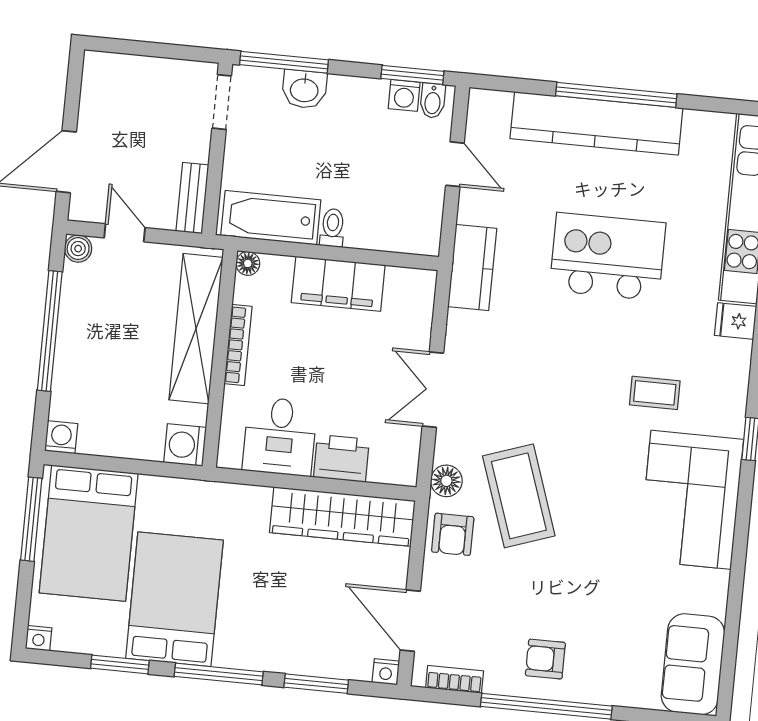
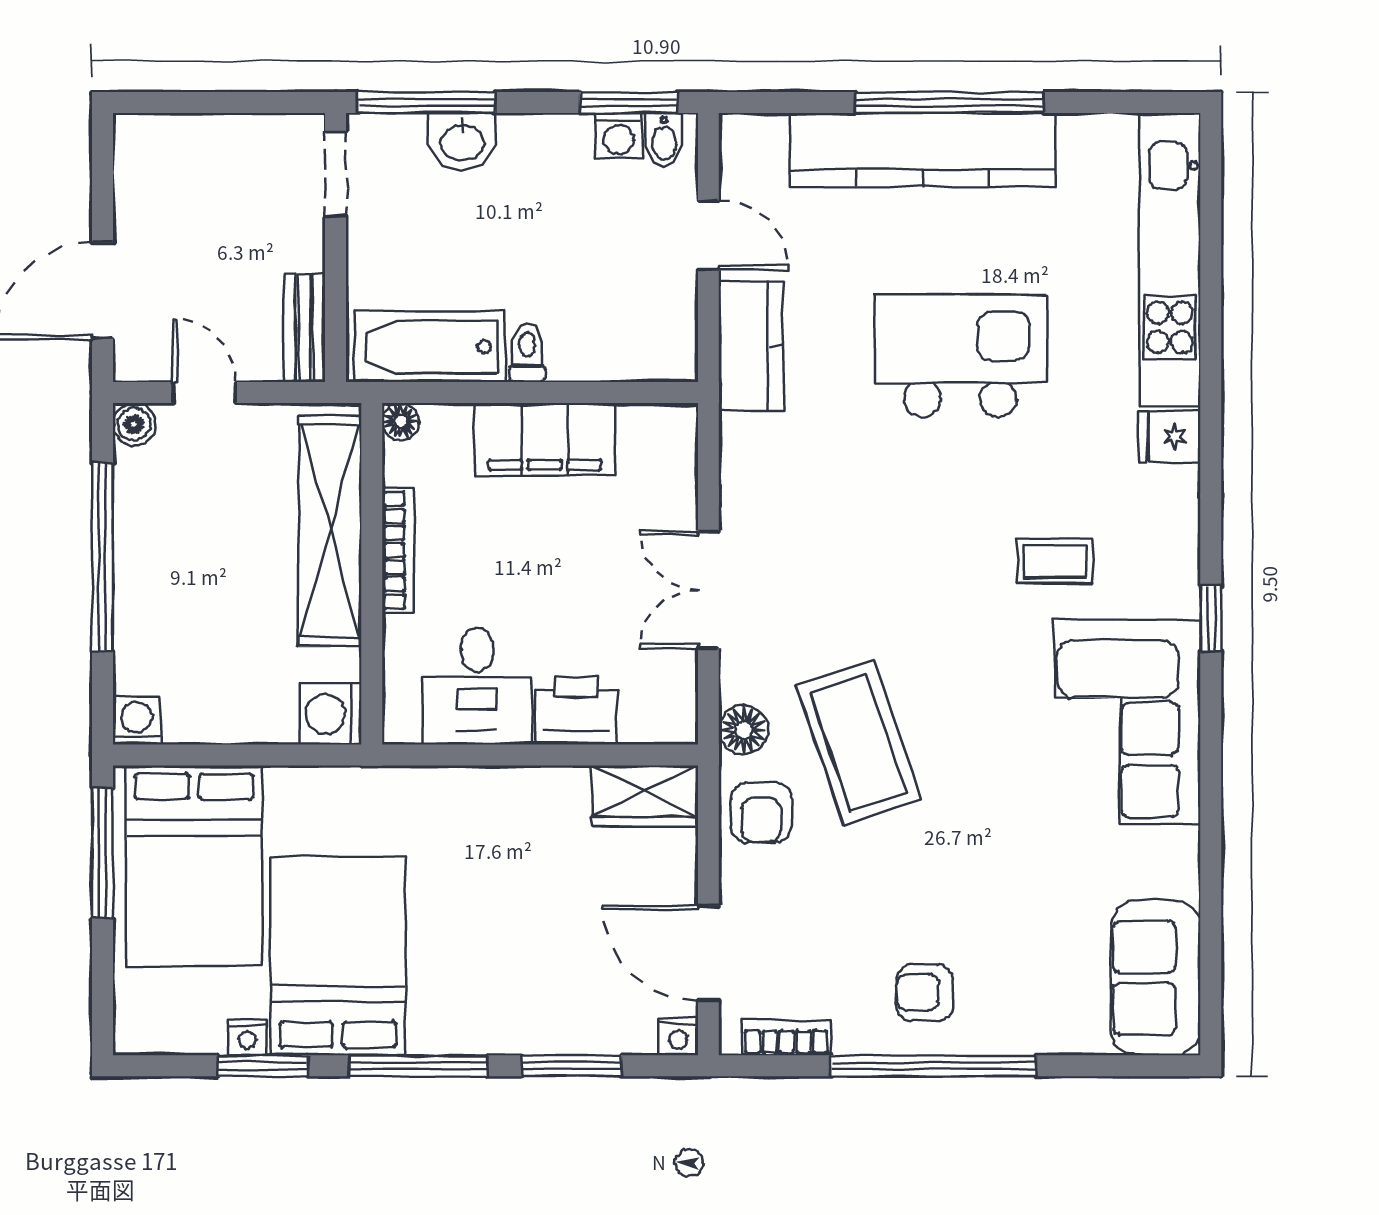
kitchen counter: (472, 267) -> (751, 346), moved
wardrobe: (342, 517) -> (645, 796), width x0.48, depth x0.85
nightstand: (39, 638) -> (247, 1037), moved

